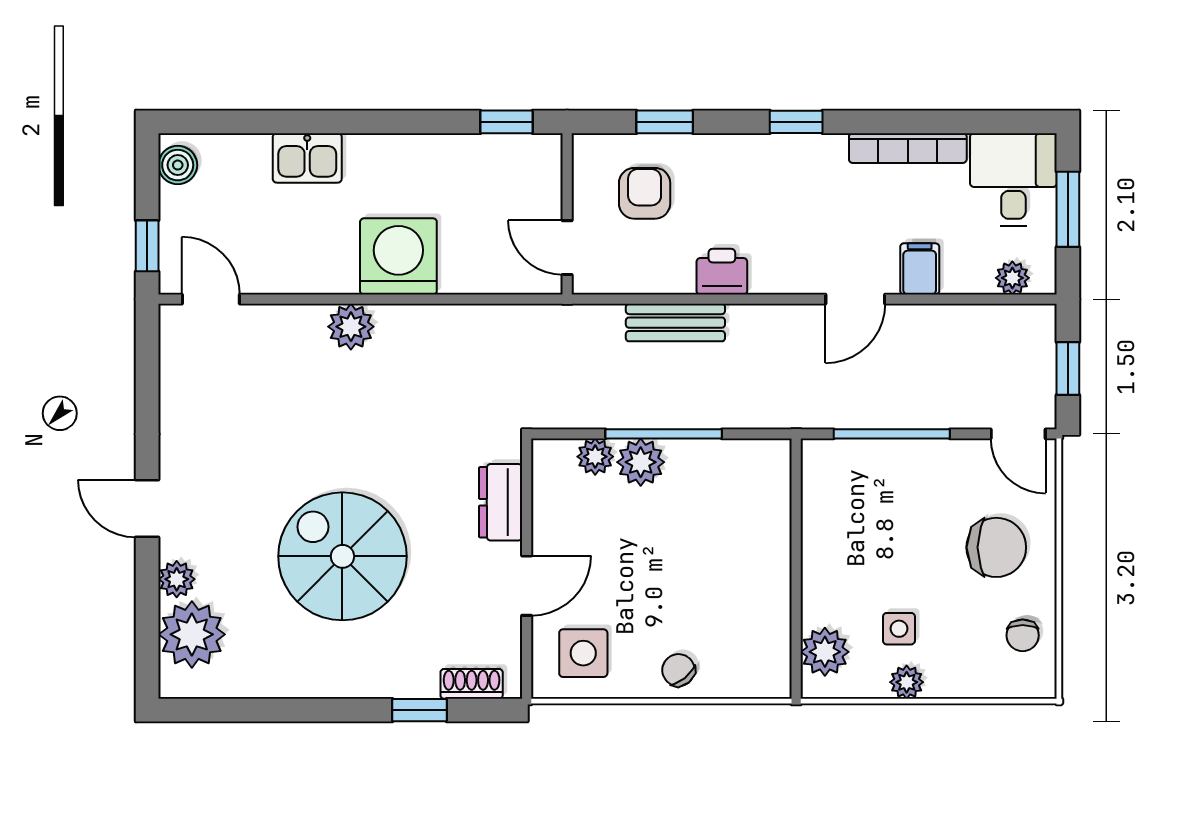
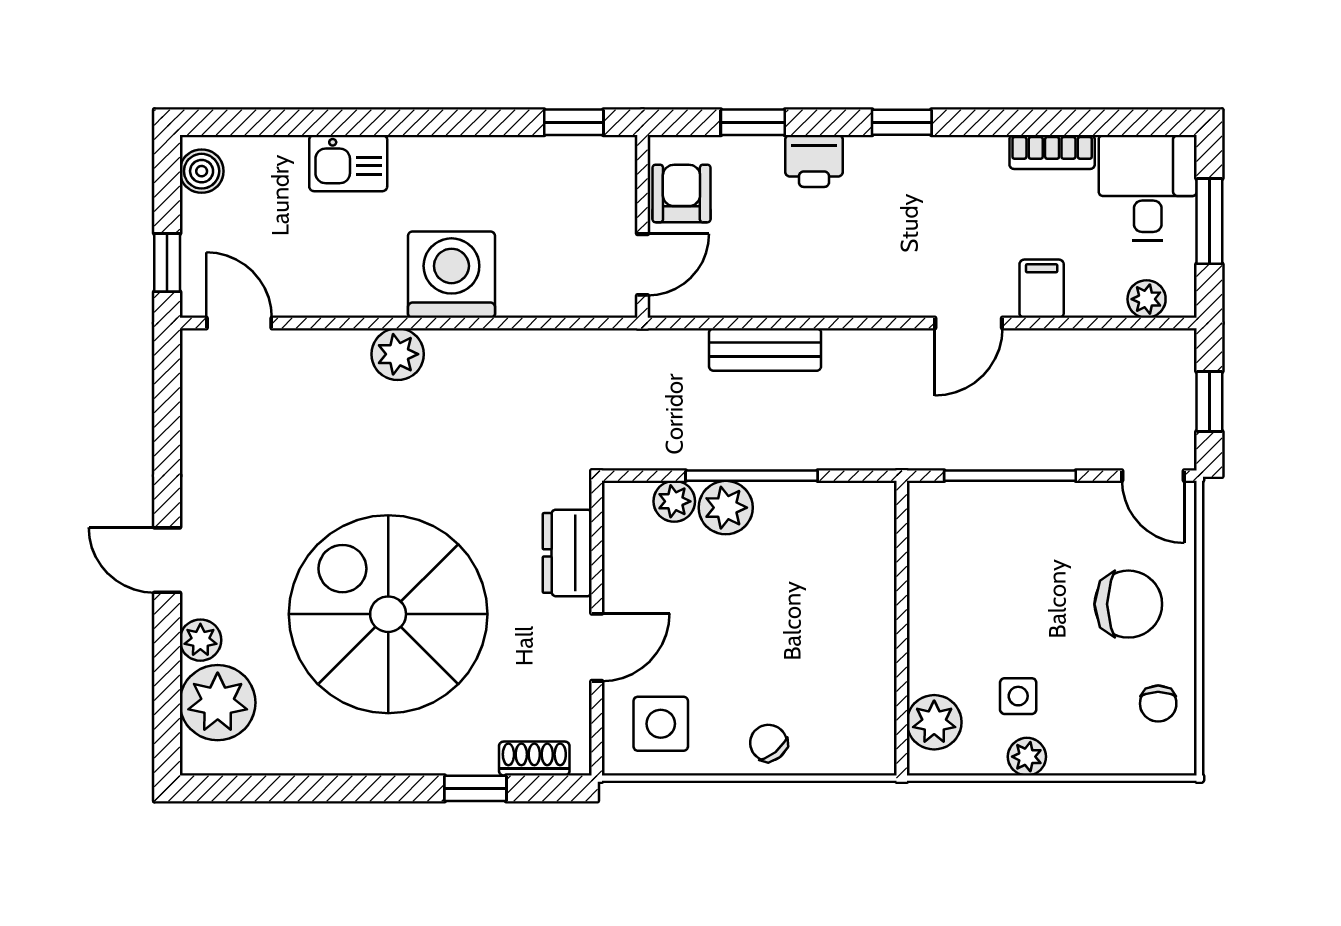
bookcase: (908, 148) -> (1052, 152), width x0.64
armchair: (645, 193) -> (681, 194), moved
door: (567, 248) -> (642, 265), swing flipped
printer: (722, 272) -> (814, 161), moved, turned 180
spiral stairs: (342, 556) -> (388, 614), width x1.37, depth x1.37

